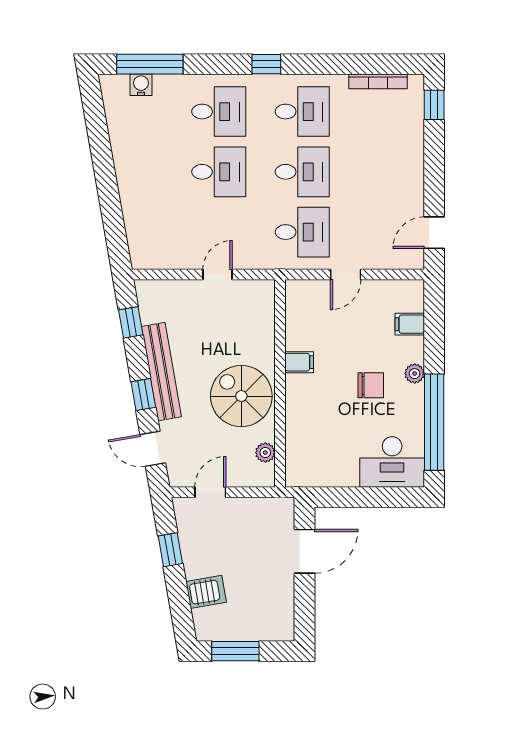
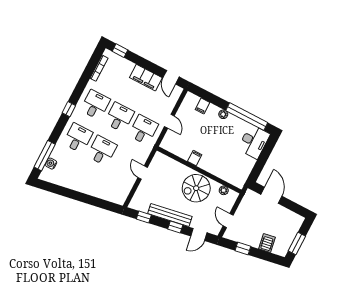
filing cabinet: (407, 184) -> (146, 78), added
chair: (371, 385) -> (219, 134), removed

